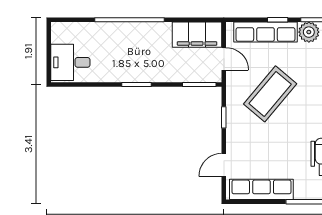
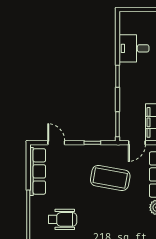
desk: (70, 62) -> (134, 48), moved, turned -90
coffee table: (270, 94) -> (110, 178), turned -30

